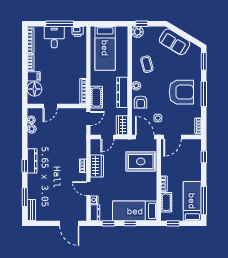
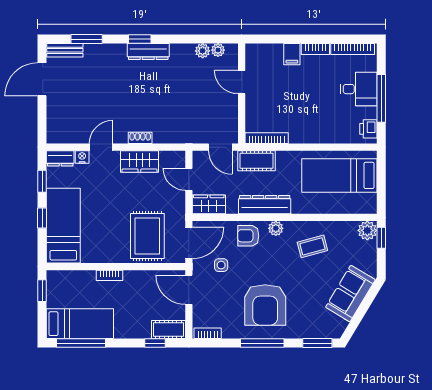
floor lamp: (35, 89) -> (270, 56), removed
cot: (166, 202) -> (168, 330), moved
door: (69, 223) -> (42, 79), moved

